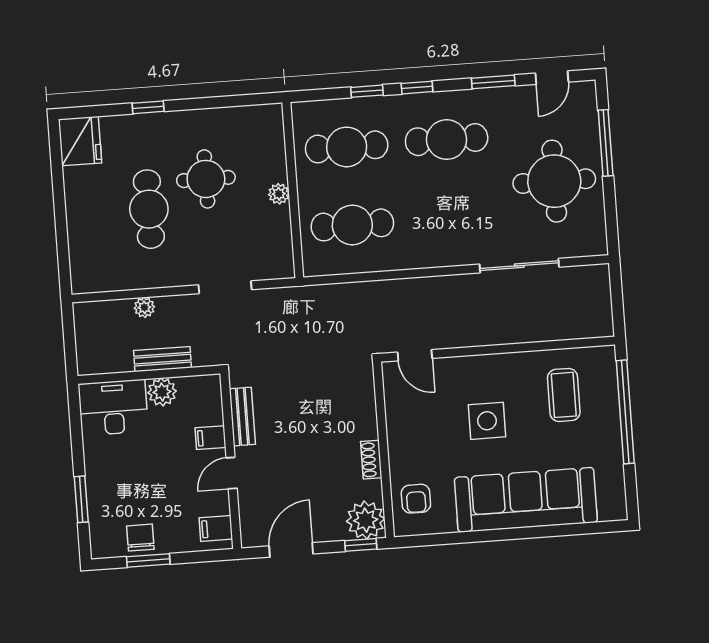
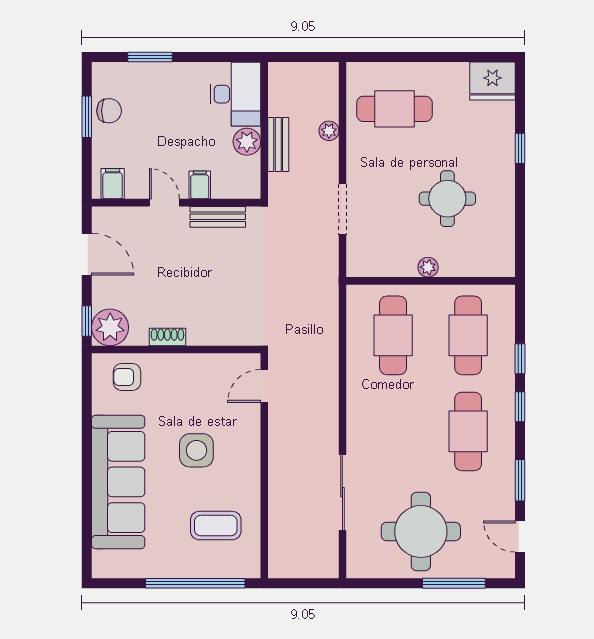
cafe table: (149, 209) -> (394, 109), moved

